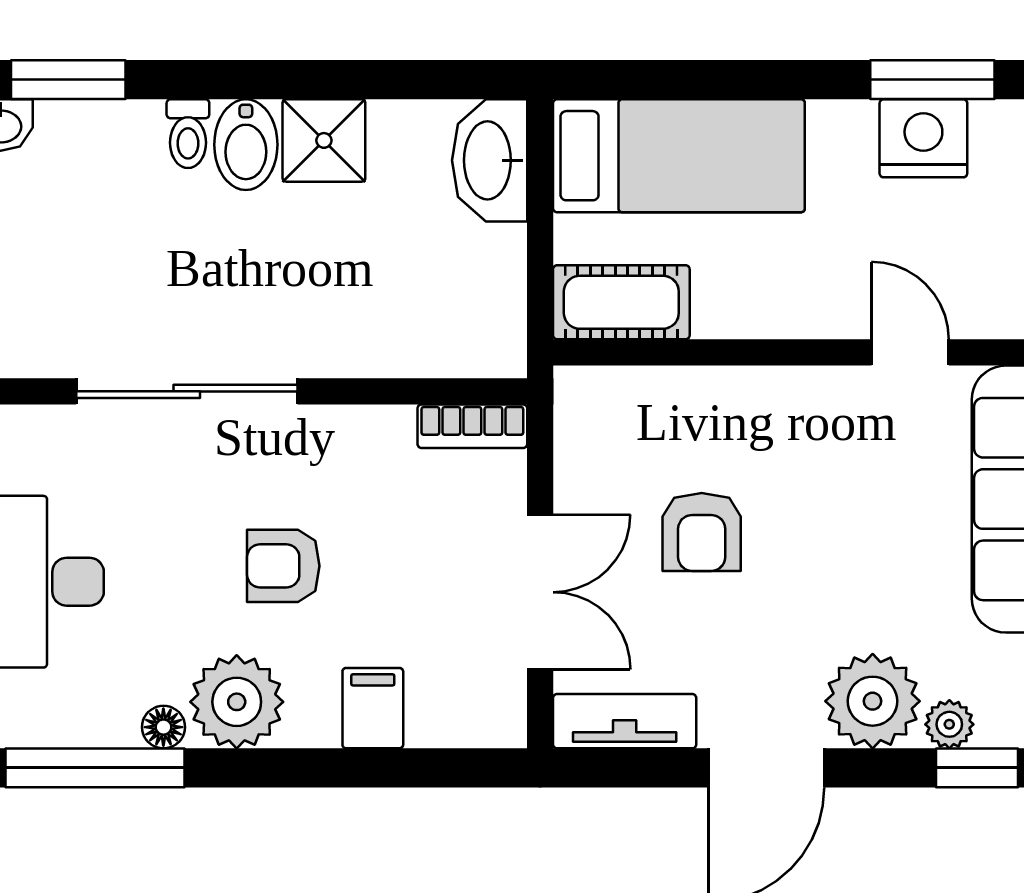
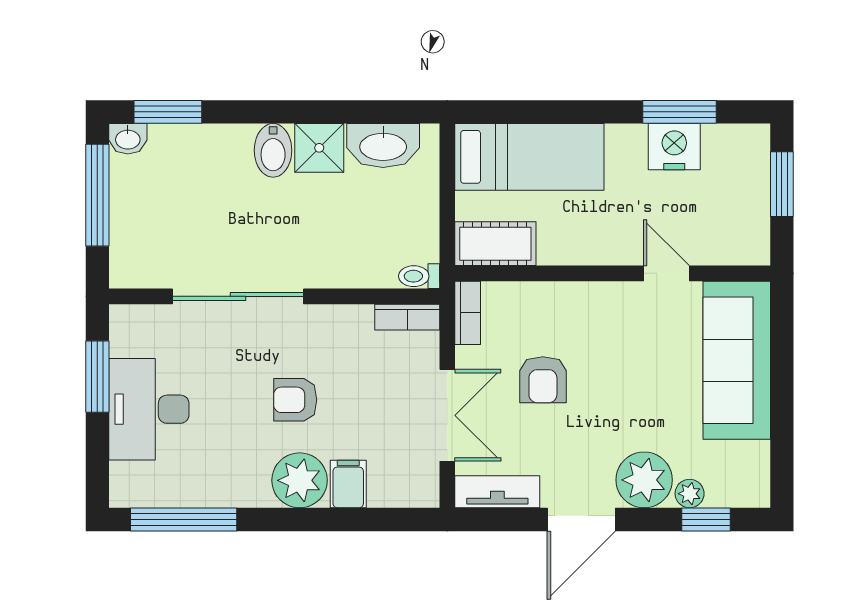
toilet: (188, 134) -> (419, 276), moved, turned 90
washbasin: (490, 160) -> (383, 146), moved, turned -90
bookcase: (575, 419) -> (468, 313), added
plant: (237, 702) -> (300, 480), moved
floor lamp: (163, 727) -> (224, 495), removed

